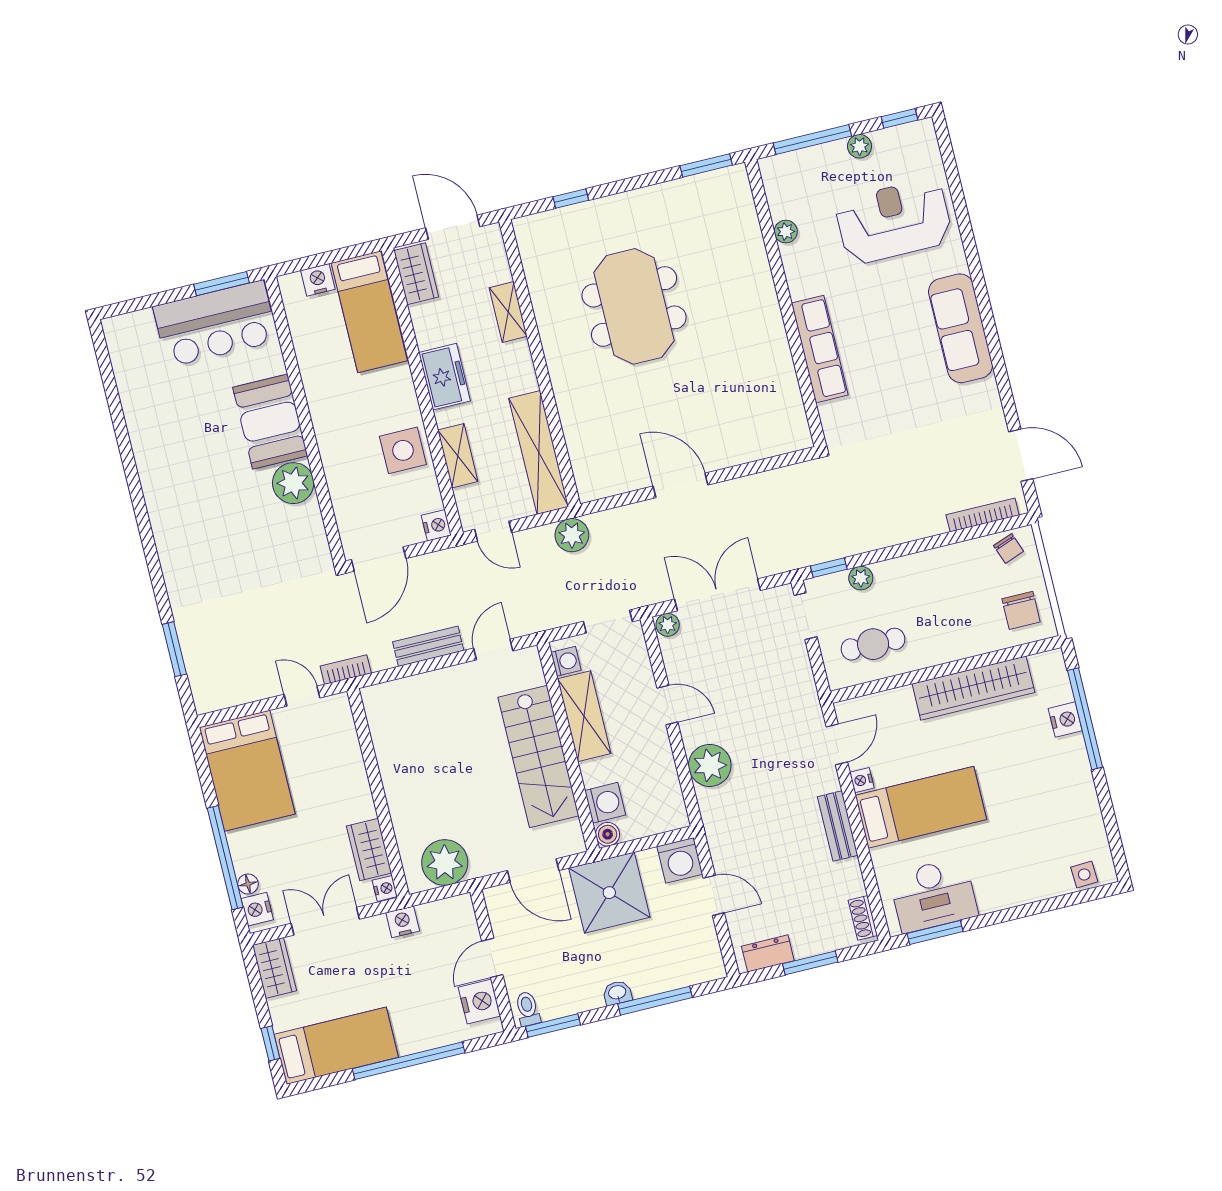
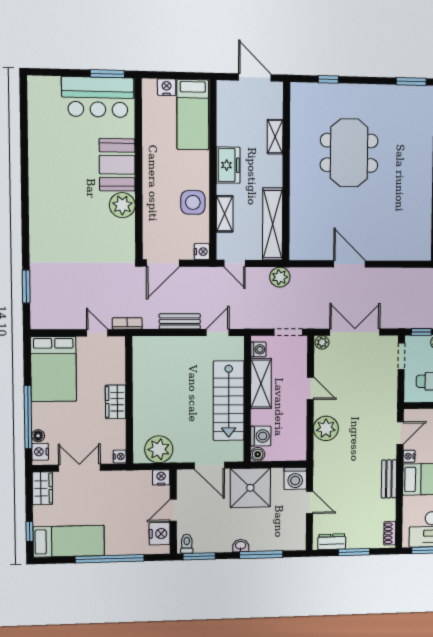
wardrobe: (416, 274) -> (226, 99), removed
wardrobe: (369, 850) -> (116, 402), moved
nightstand: (403, 922) -> (161, 477), moved

